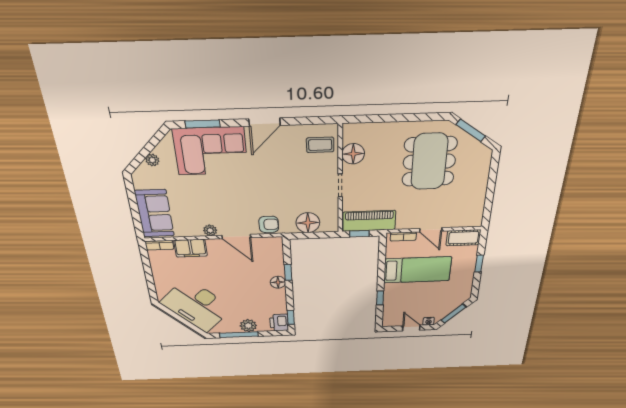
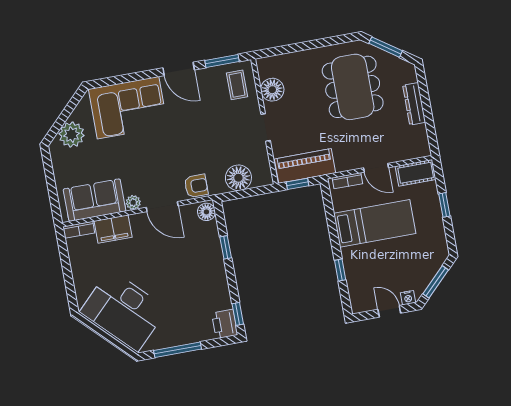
door: (265, 122) -> (179, 69), hinge flipped
window: (203, 124) -> (222, 61), moved
coffee table: (320, 145) -> (237, 85), turned 90
plant: (152, 160) -> (72, 135), width x1.88, depth x1.88
dresser: (481, 184) -> (414, 104), added
sofa: (155, 213) -> (95, 200), moved, turned -90
floor lamp: (278, 282) -> (206, 212), moved
plant: (248, 326) -> (188, 334), removed

